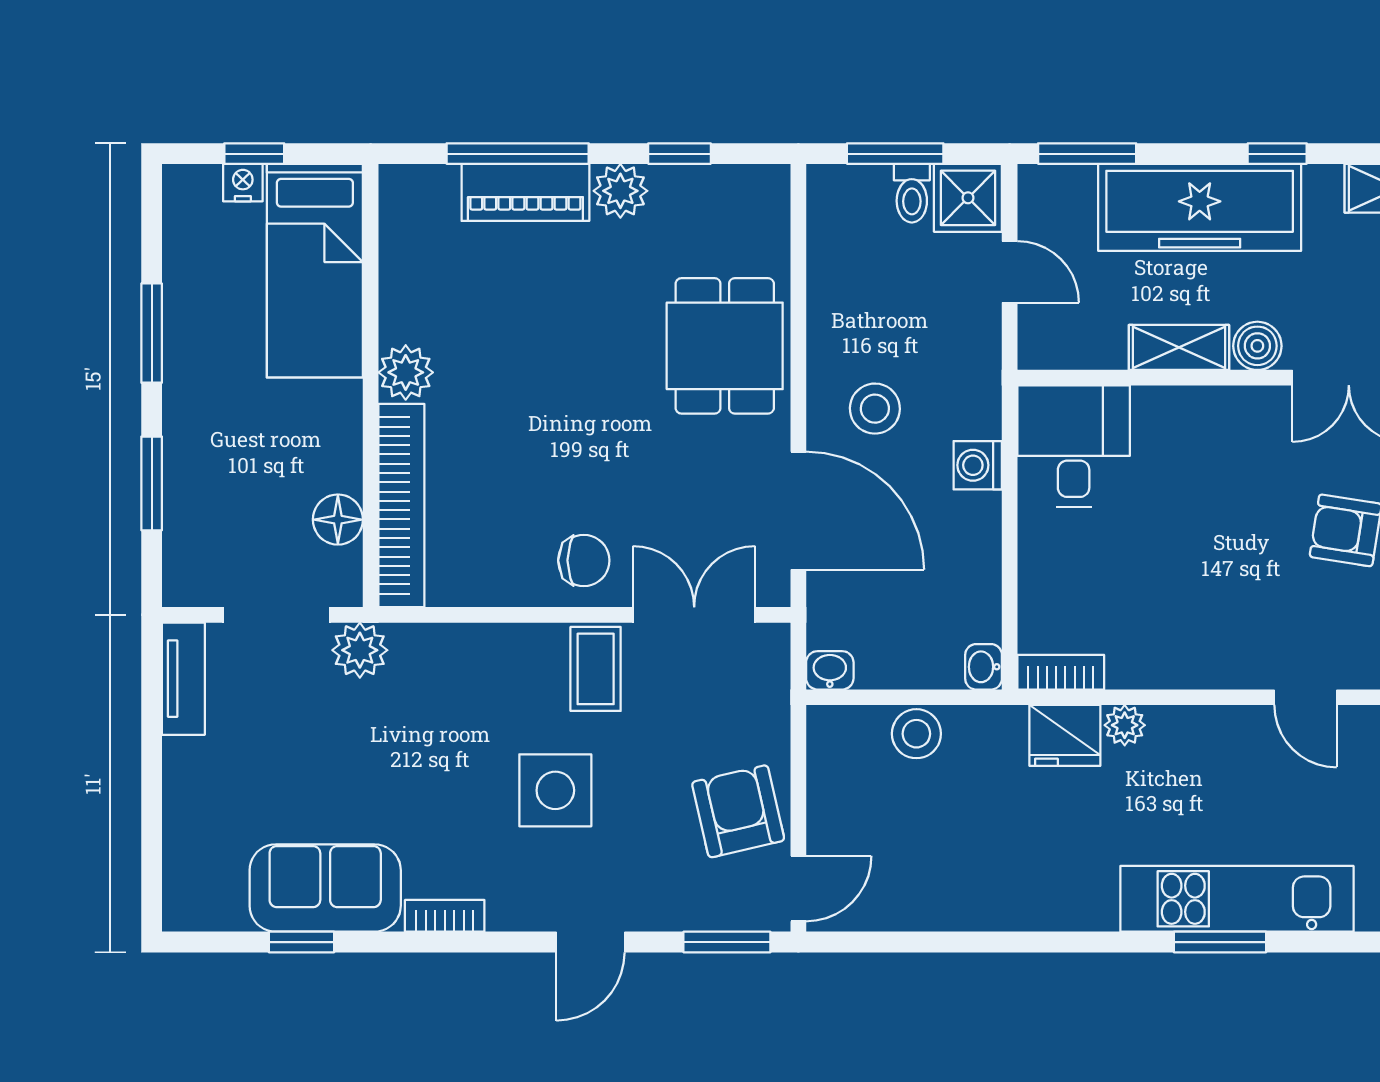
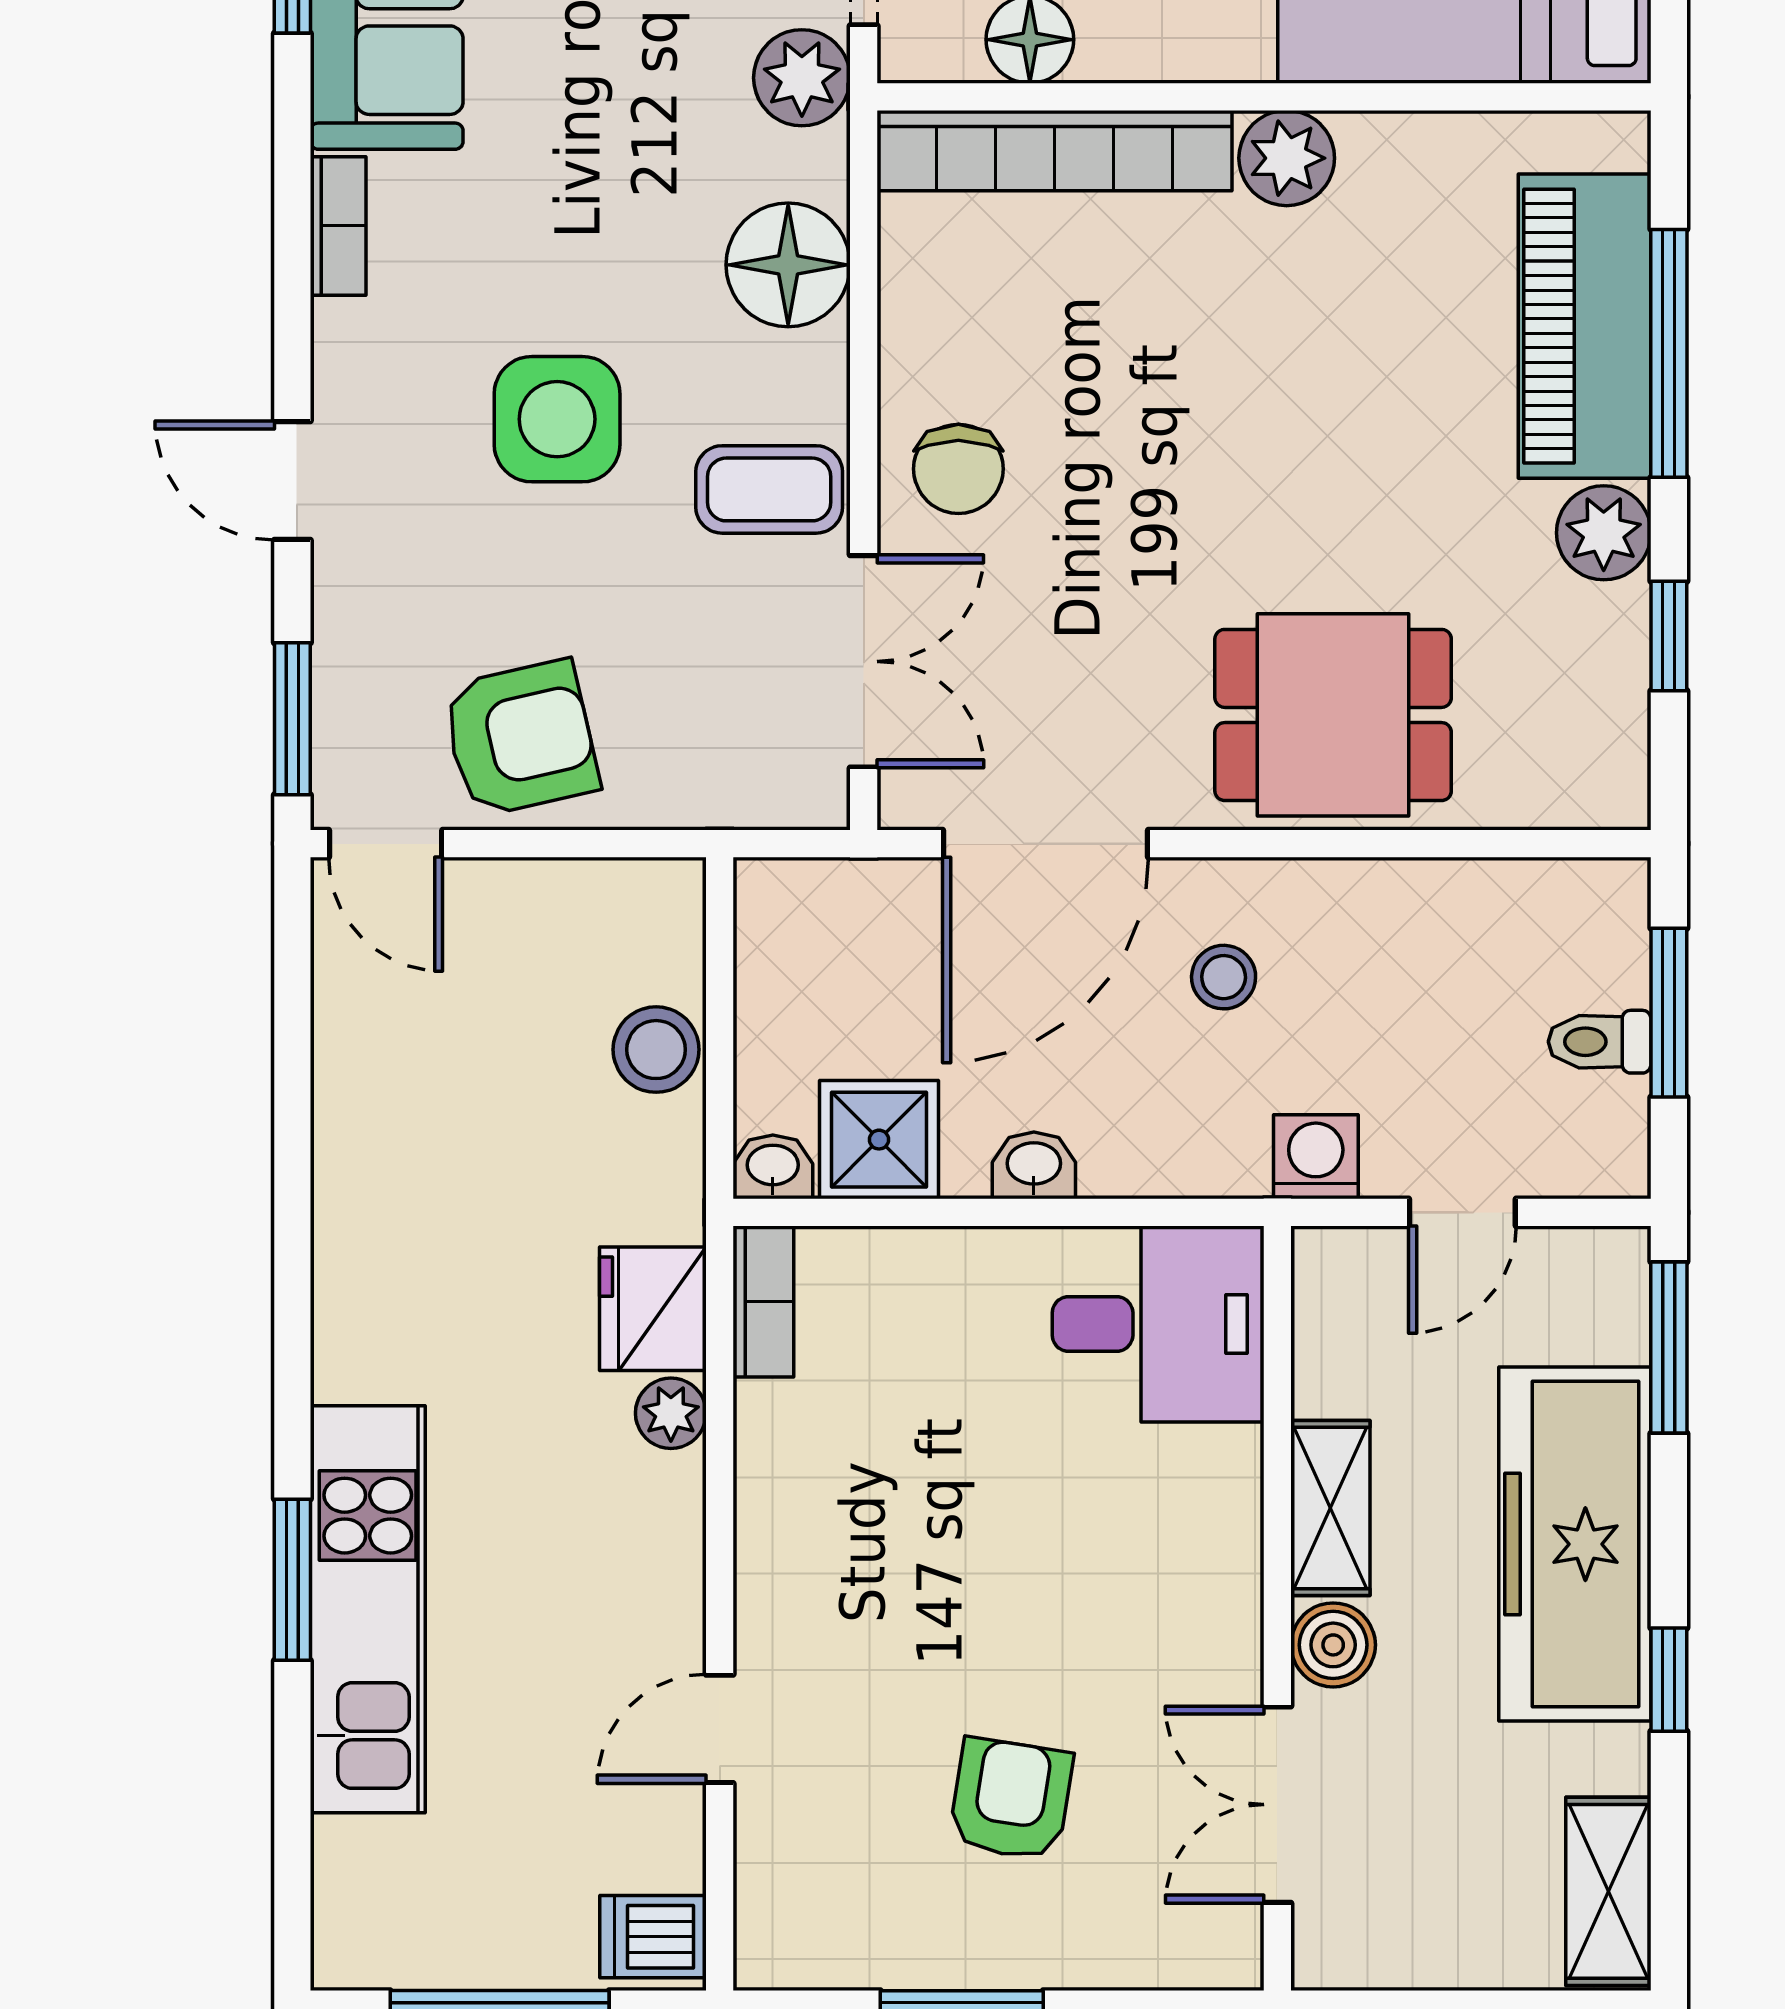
piano: (525, 192) -> (1585, 326), width x1.37, depth x1.33
shower: (968, 198) -> (879, 1140), moved
stool: (875, 409) -> (1224, 977), width x0.73, depth x0.73
washing machine: (978, 465) -> (1316, 1157), moved
floor lamp: (467, 658) -> (788, 265), added
washbasin: (830, 670) -> (1034, 1165), moved, turned -90

